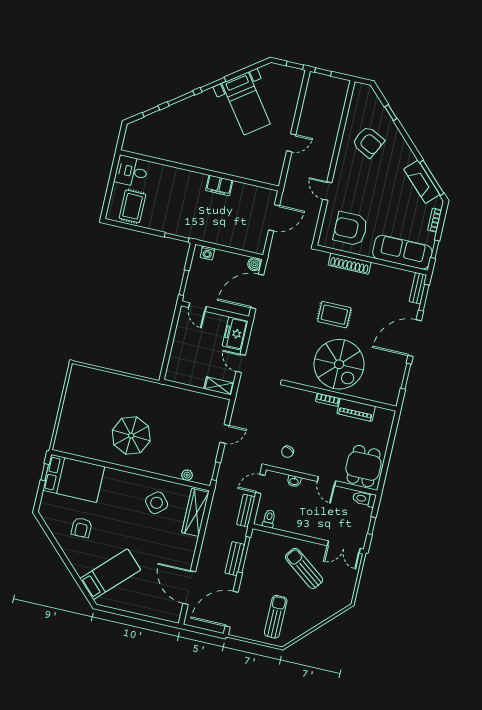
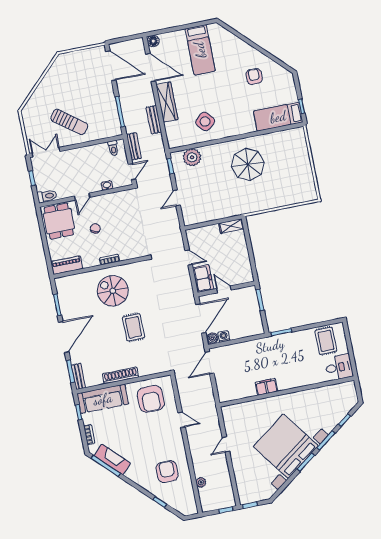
bed with nightstands: (246, 104) -> (286, 446), width x1.85
plant: (337, 114) -> (201, 482), added
armchair: (368, 142) -> (167, 472), turned 63
door: (274, 218) -> (210, 363), moved
armchair: (350, 229) -> (151, 399), turned 90
washing machine: (207, 253) -> (224, 337), moved
shoe rack: (350, 264) -> (121, 375), moved
door: (197, 307) -> (224, 289), moved
rug: (334, 315) -> (134, 327), turned 90
spiral stairs: (339, 364) -> (113, 291), width x0.73, depth x0.73
shelving: (219, 386) -> (231, 226), moved
piano: (356, 410) -> (67, 265), moved
chair: (288, 452) -> (95, 228), moved
plant: (187, 475) -> (192, 157), width x1.88, depth x1.88
bed: (74, 478) -> (278, 117), width x0.67
door: (326, 481) -> (82, 197), swing flipped
wardrobe: (195, 512) -> (167, 102), moved
bench: (235, 559) -> (154, 120), moved
bed: (110, 574) -> (200, 50), moved, turned -45
door: (232, 609) -> (111, 66), hinge flipped
floor lamp: (174, 615) -> (153, 41), added
sun lounger: (276, 617) -> (74, 75), removed

